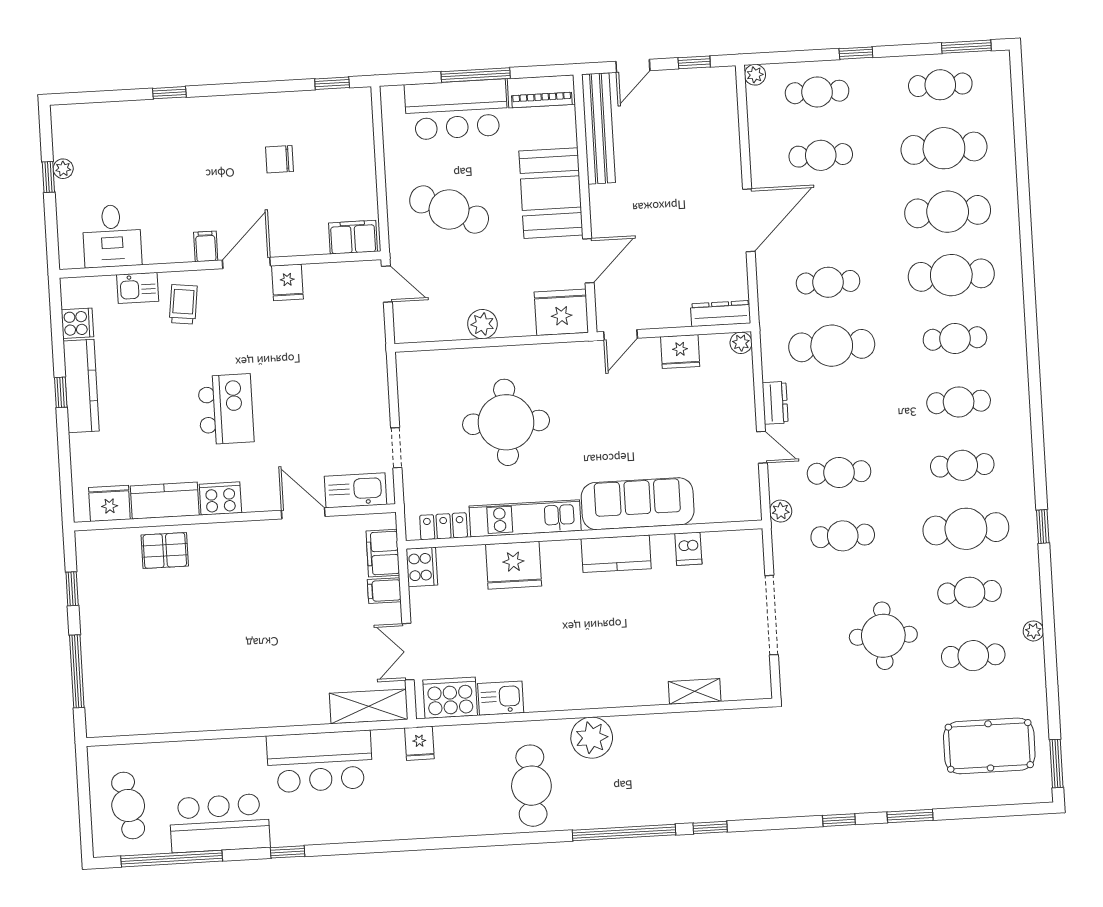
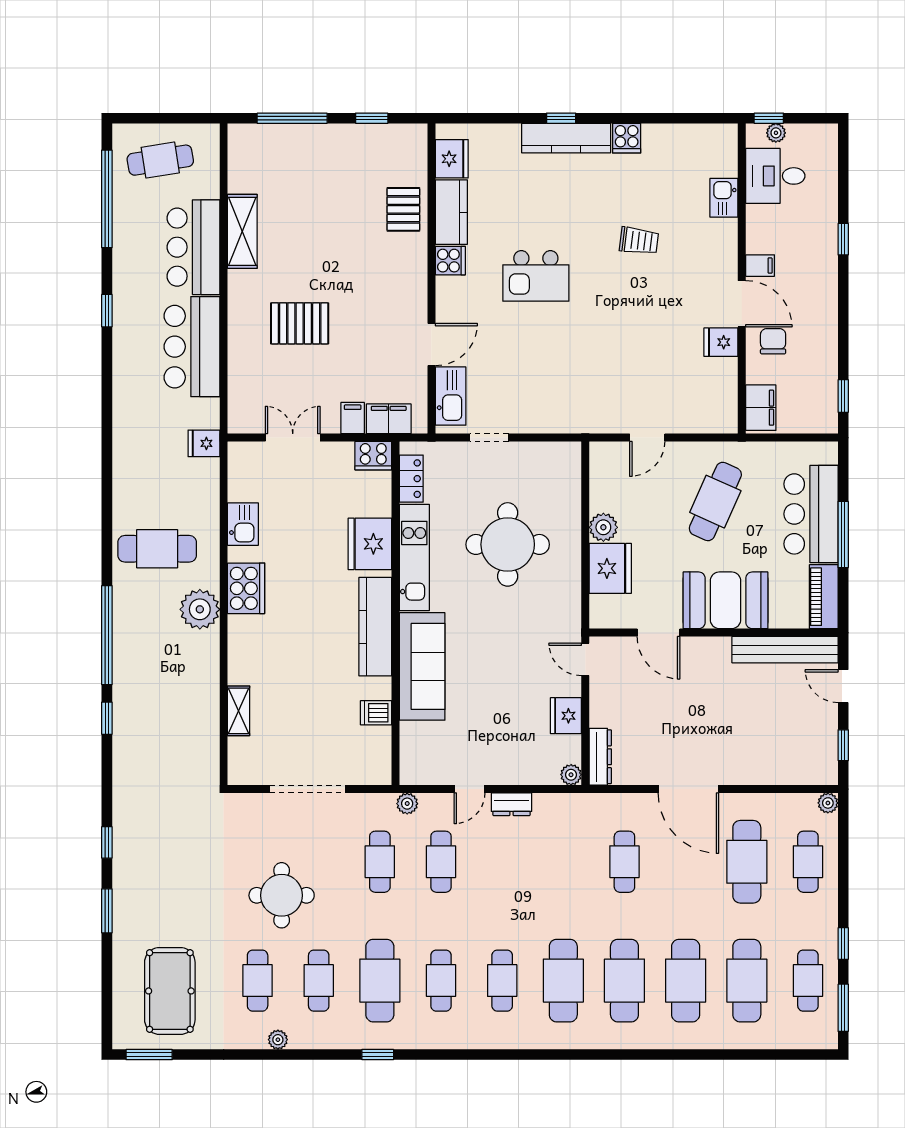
window: (856, 53) -> (843, 944), moved
cafe table: (821, 155) -> (747, 862), width x1.37, depth x1.35
desk: (112, 236) -> (775, 176), moved
filing cabinet: (353, 237) -> (761, 408), moved
filing cabinet: (206, 246) -> (760, 266), moved
door: (246, 263) -> (742, 304), moved
wall: (220, 265) -> (742, 279), moved
fridge: (287, 282) -> (721, 342), moved
kitchen sink: (138, 288) -> (724, 198), moved
fridge: (561, 312) -> (610, 568), moved
cafe table: (955, 339) -> (563, 981), width x1.37, depth x1.35
cafe table: (832, 346) -> (563, 862), removed
cooker: (220, 498) -> (450, 261), width x0.73
kitchen counter: (616, 554) -> (375, 627), width x1.50
pallet: (289, 651) -> (300, 323), added
cooker: (450, 698) -> (246, 588), moved
shelving: (369, 706) -> (242, 231), moved
bar counter: (220, 823) -> (193, 247), moved, turned 180

